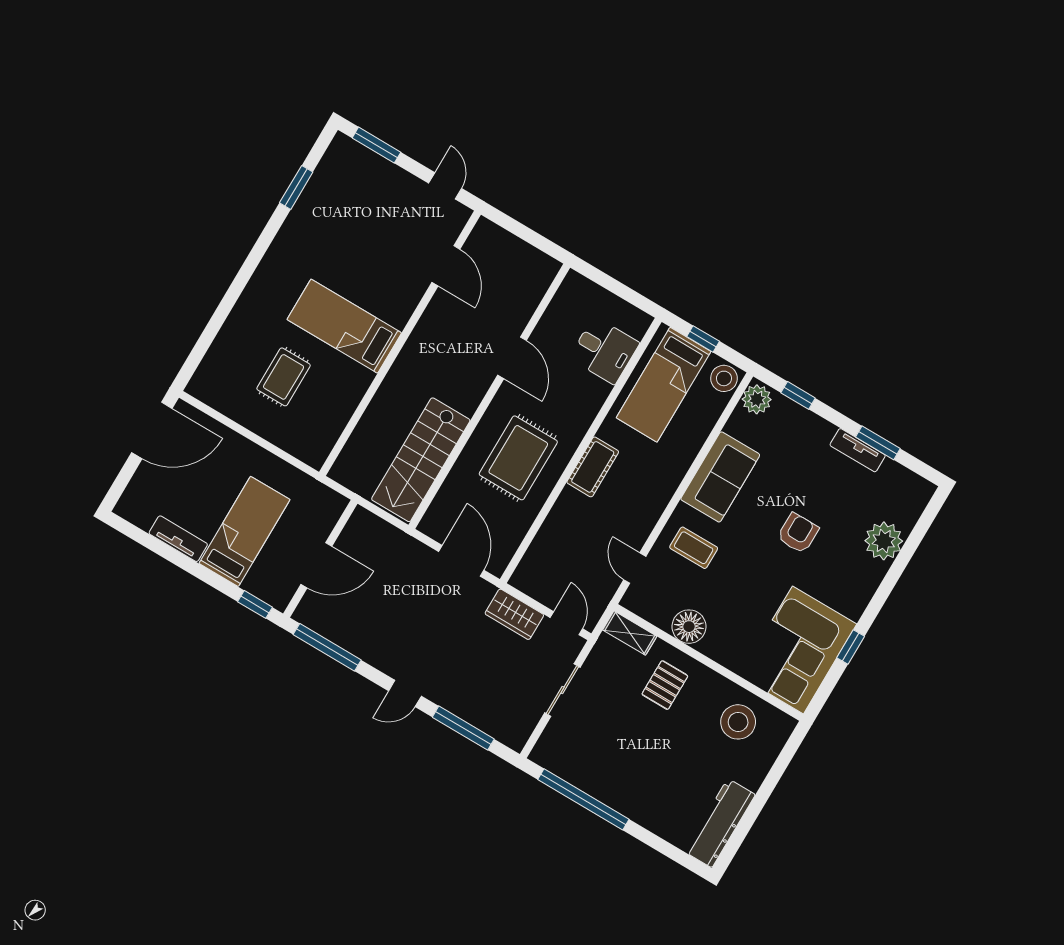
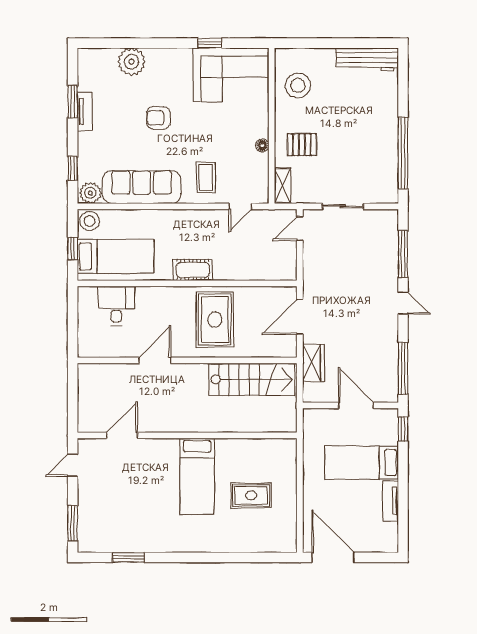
rug: (518, 458) -> (215, 320), turned 90
sofa: (720, 477) -> (142, 187), width x1.36
wardrobe: (514, 614) -> (313, 363), moved
floor lamp: (689, 627) -> (262, 145), width x0.53, depth x0.53

